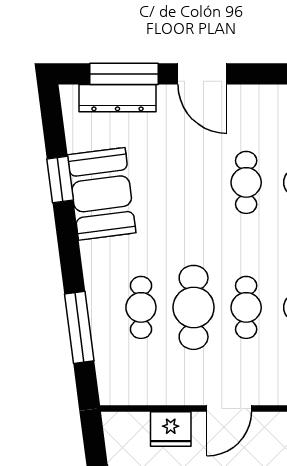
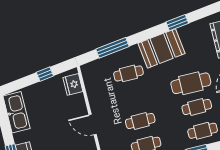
booth: (102, 194) -> (162, 48), moved
cafe table: (194, 307) -> (191, 83), moved
fridge: (171, 429) -> (73, 84), moved

